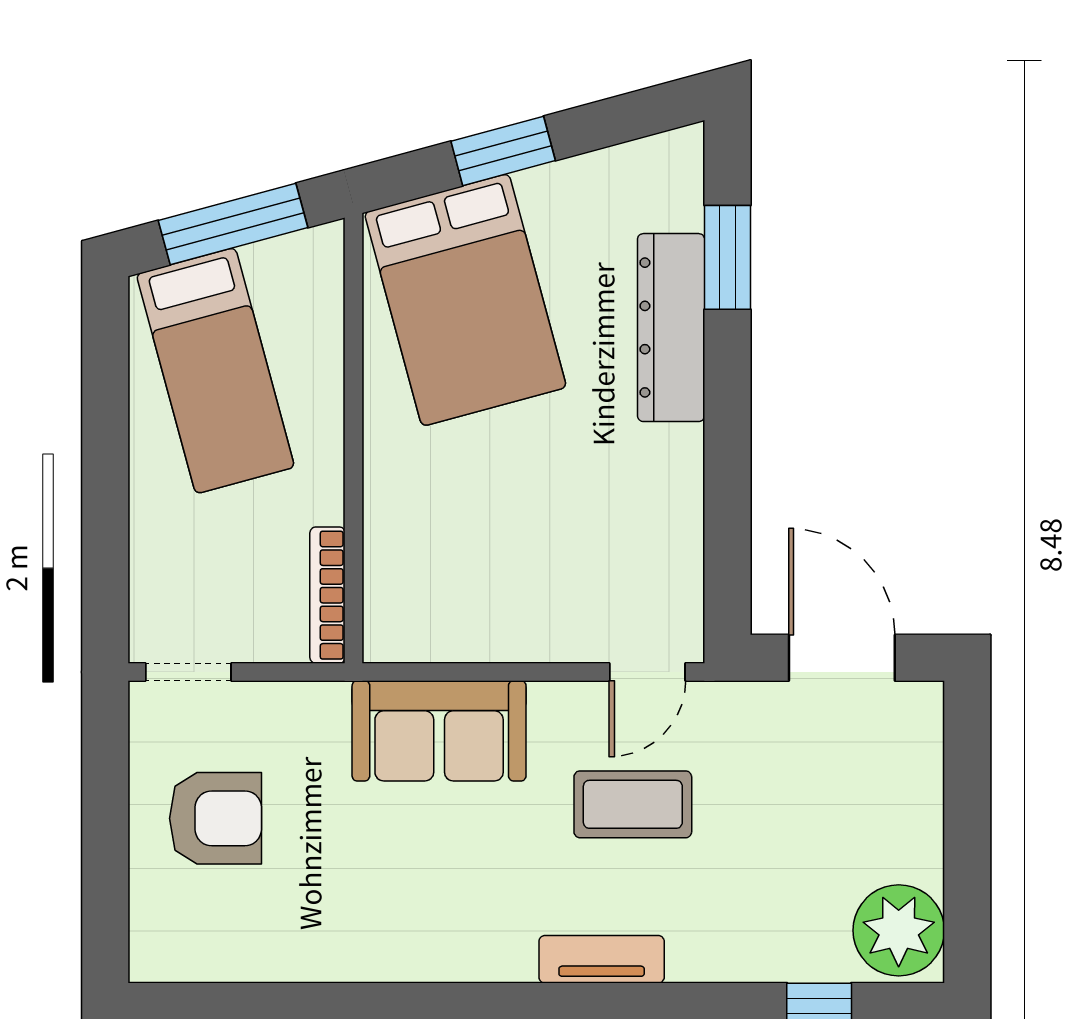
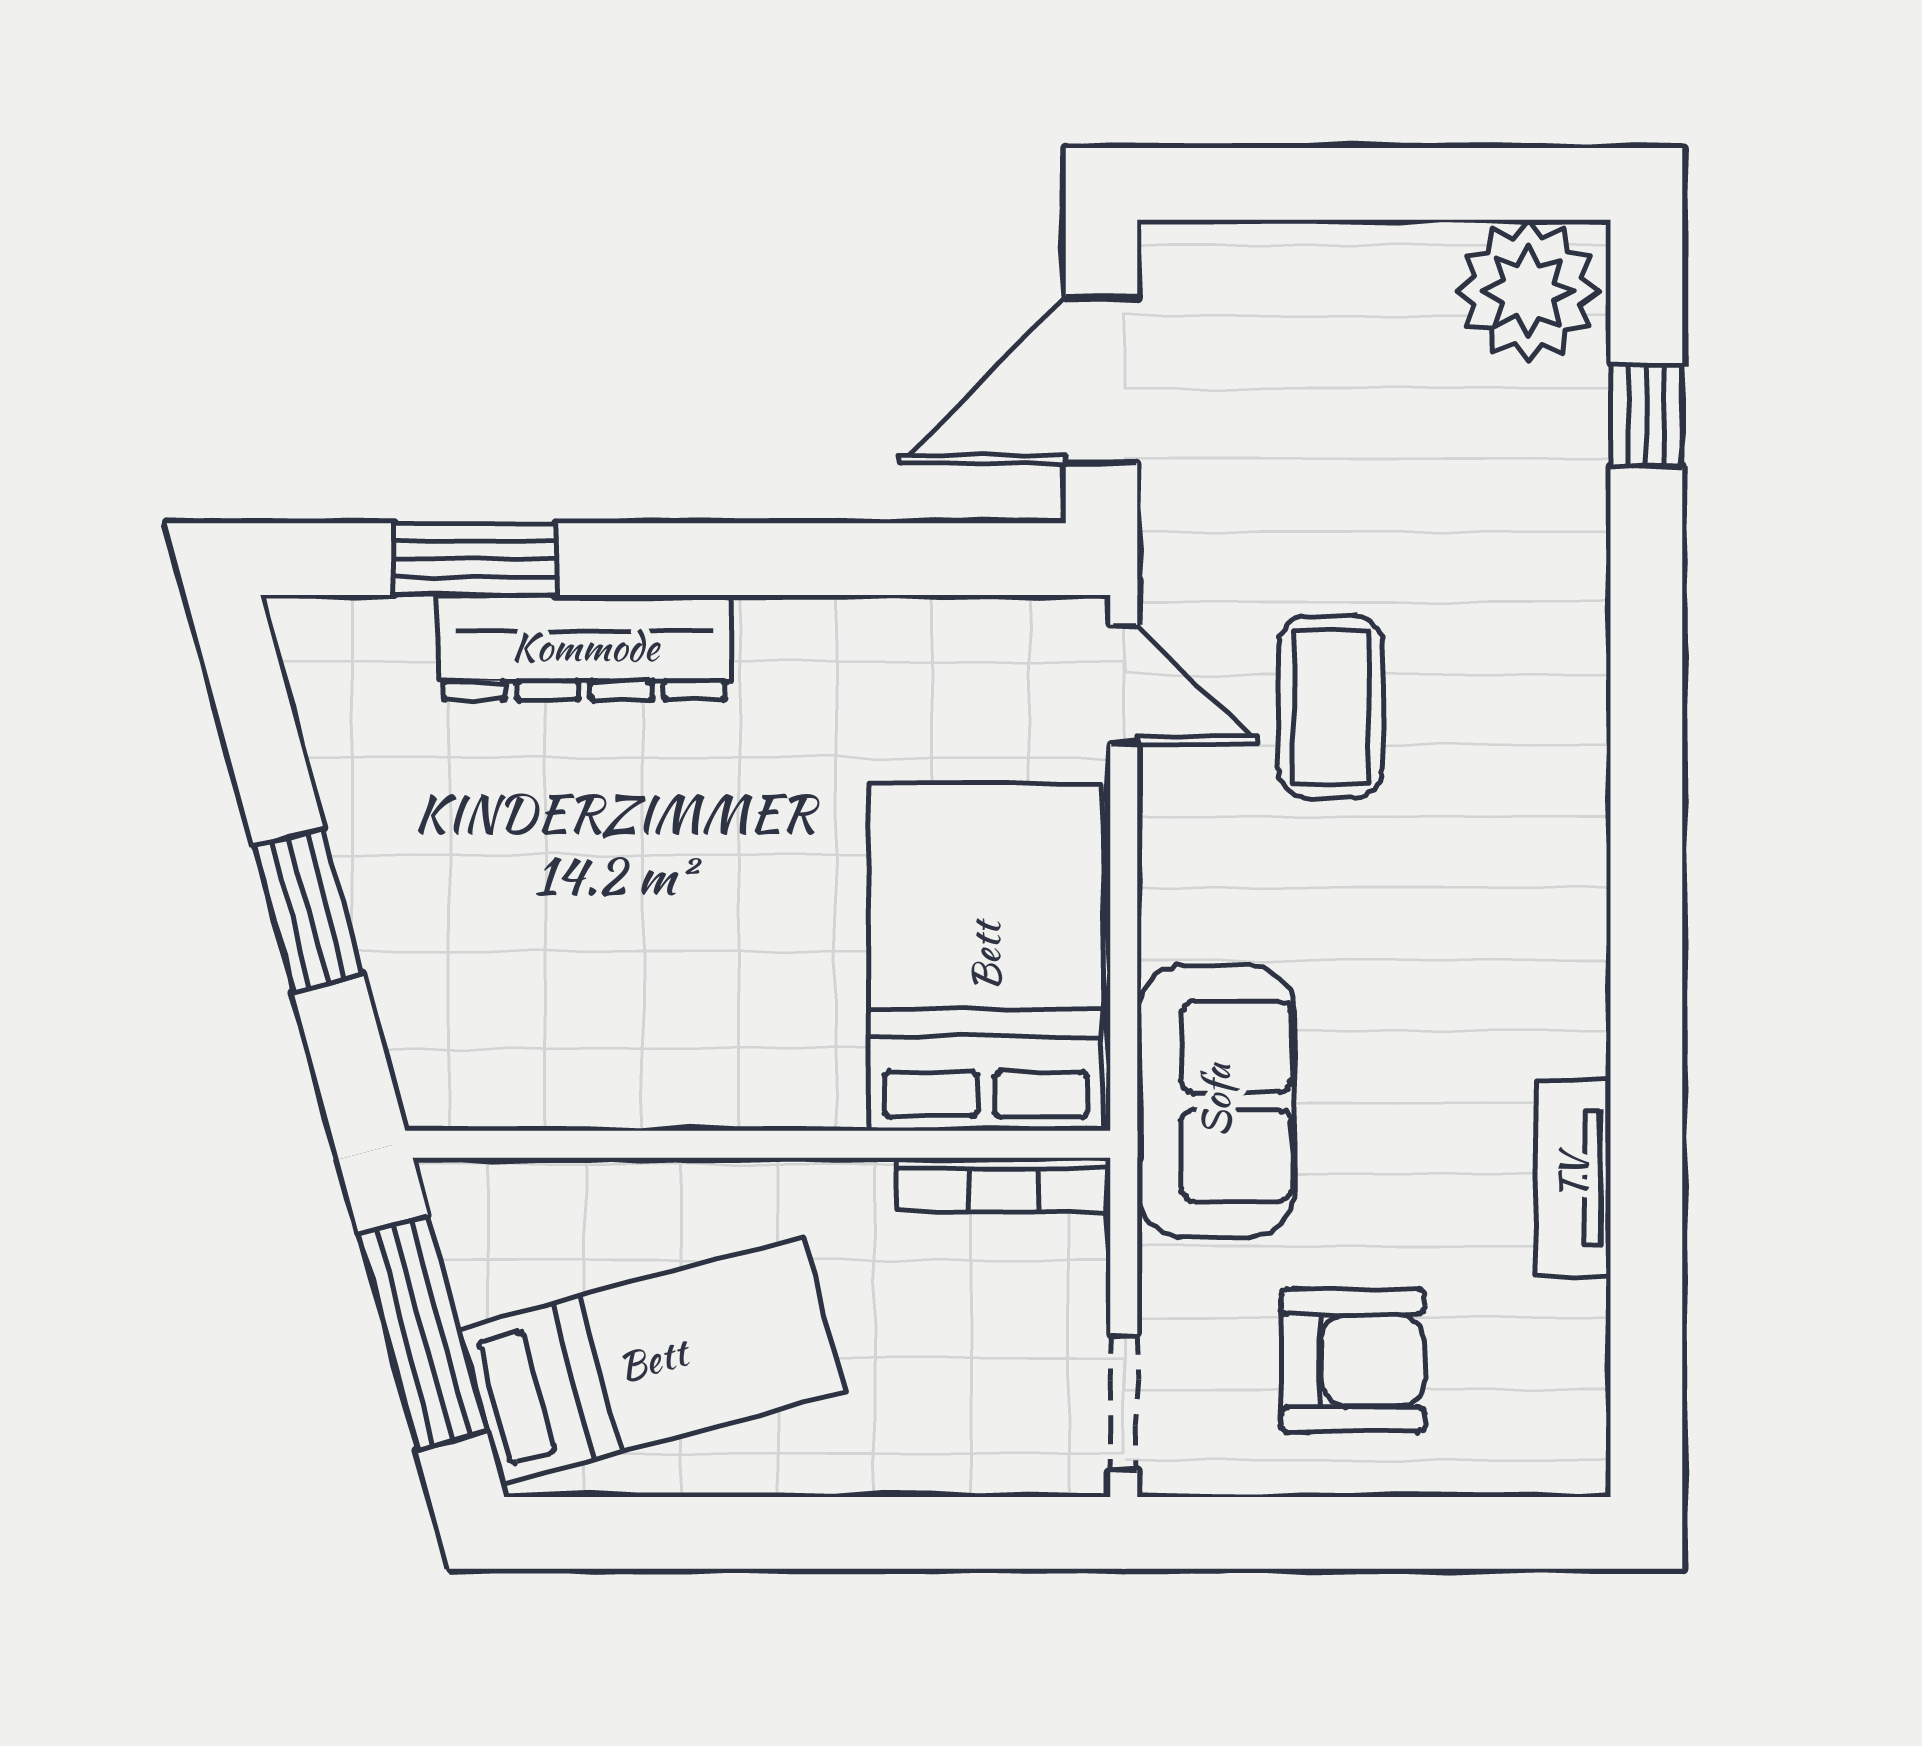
bed: (465, 300) -> (986, 957), moved, turned -75
sofa: (439, 731) -> (1216, 1101), moved
armchair: (215, 818) -> (1353, 1360), turned 90
tv unit: (602, 959) -> (1573, 1177), moved

